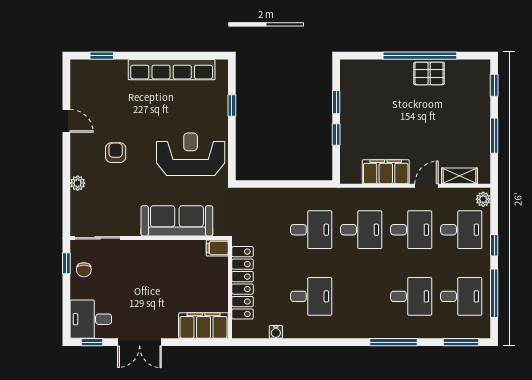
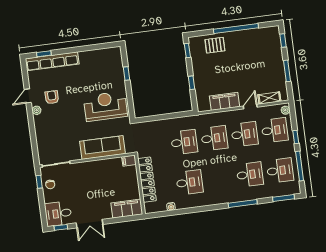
row of seats: (172, 70) -> (52, 61), moved
pallet: (429, 73) -> (215, 45), moved
window: (336, 102) -> (187, 51), moved
door: (66, 121) -> (28, 96), swing flipped
armchair: (116, 153) -> (52, 97), moved
plant: (78, 183) -> (37, 110), moved

